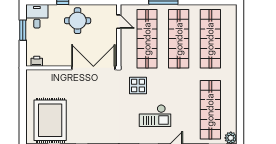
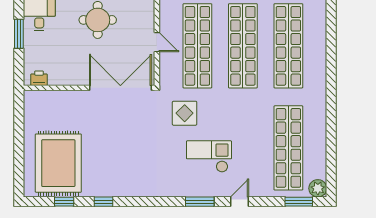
door: (119, 22) -> (157, 42), moved
checkout: (155, 116) -> (209, 156), turned 180

